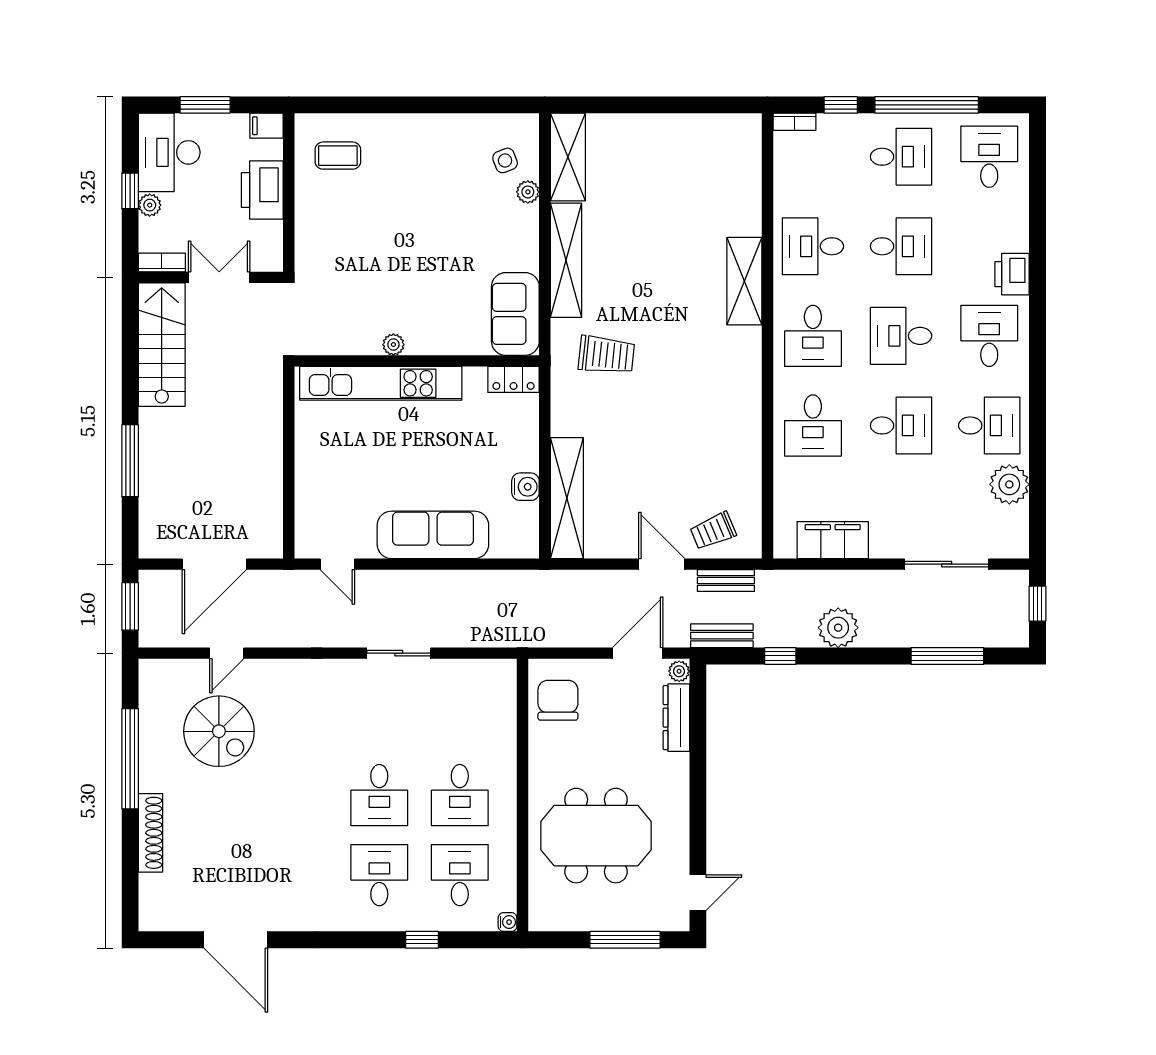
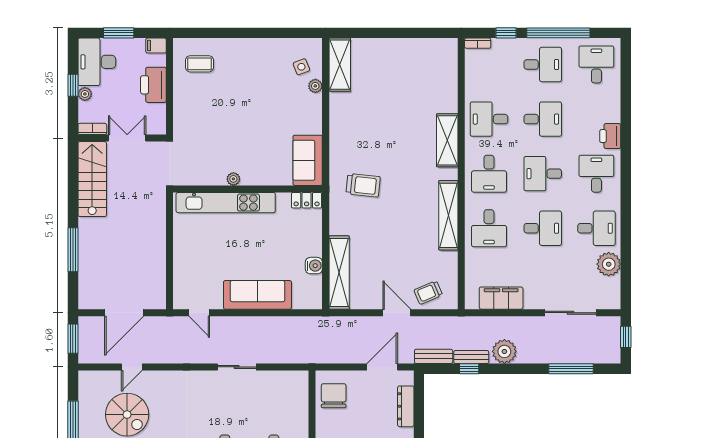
shelving: (566, 260) -> (448, 215), moved
bench: (726, 581) -> (471, 357), moved
plant: (679, 671) -> (407, 378), removed

